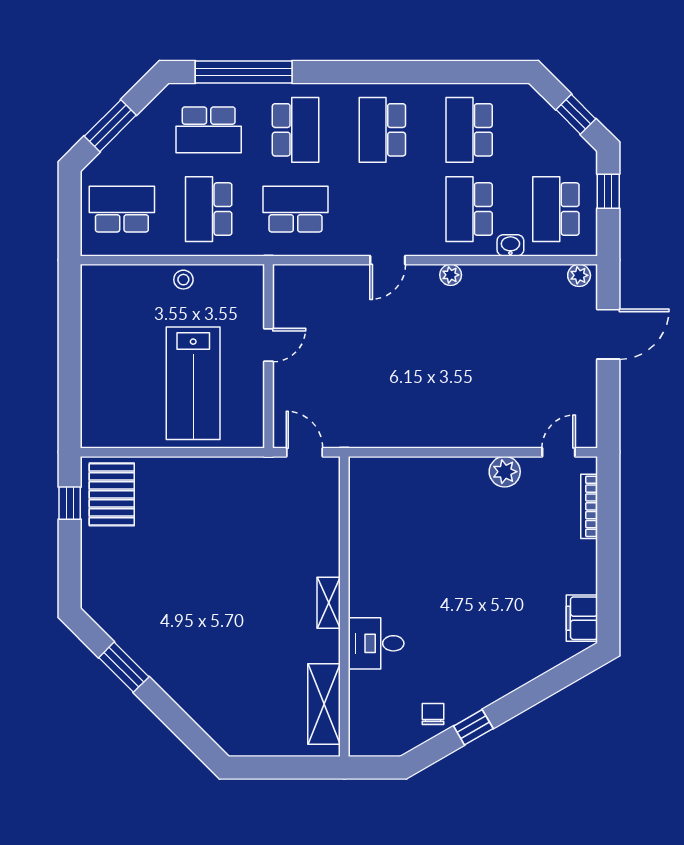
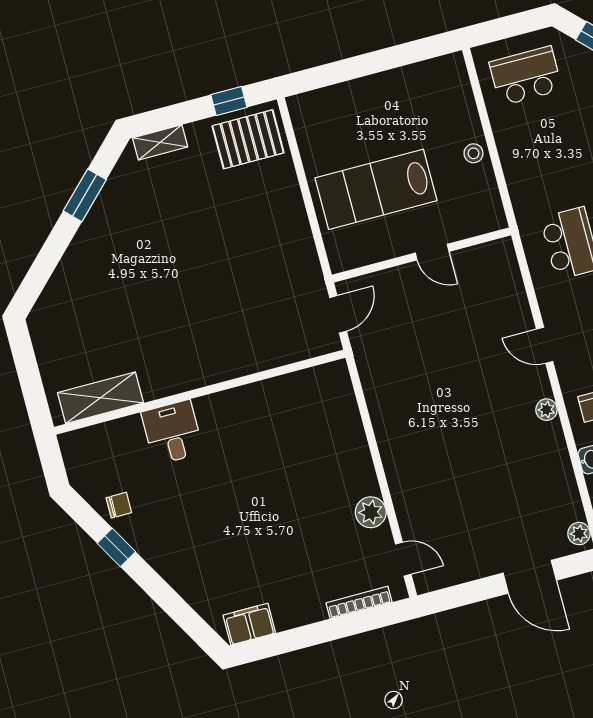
school desk: (122, 209) -> (526, 76), turned -90
school desk: (209, 209) -> (548, 160), removed
shelving: (329, 603) -> (160, 142), moved

